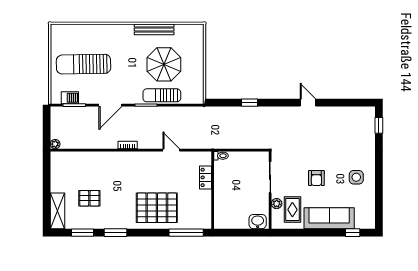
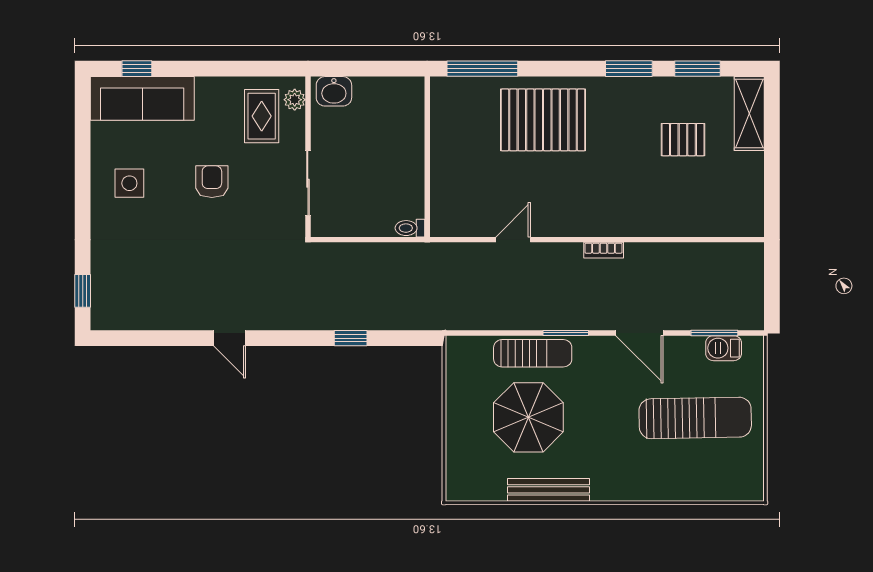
door: (110, 105) -> (639, 333), swing flipped
plant: (55, 144) -> (754, 252), removed
door: (171, 150) -> (513, 240), swing flipped
locker: (206, 177) -> (442, 183), removed
plant: (277, 204) -> (295, 100), moved
sofa: (329, 218) -> (142, 98), moved

